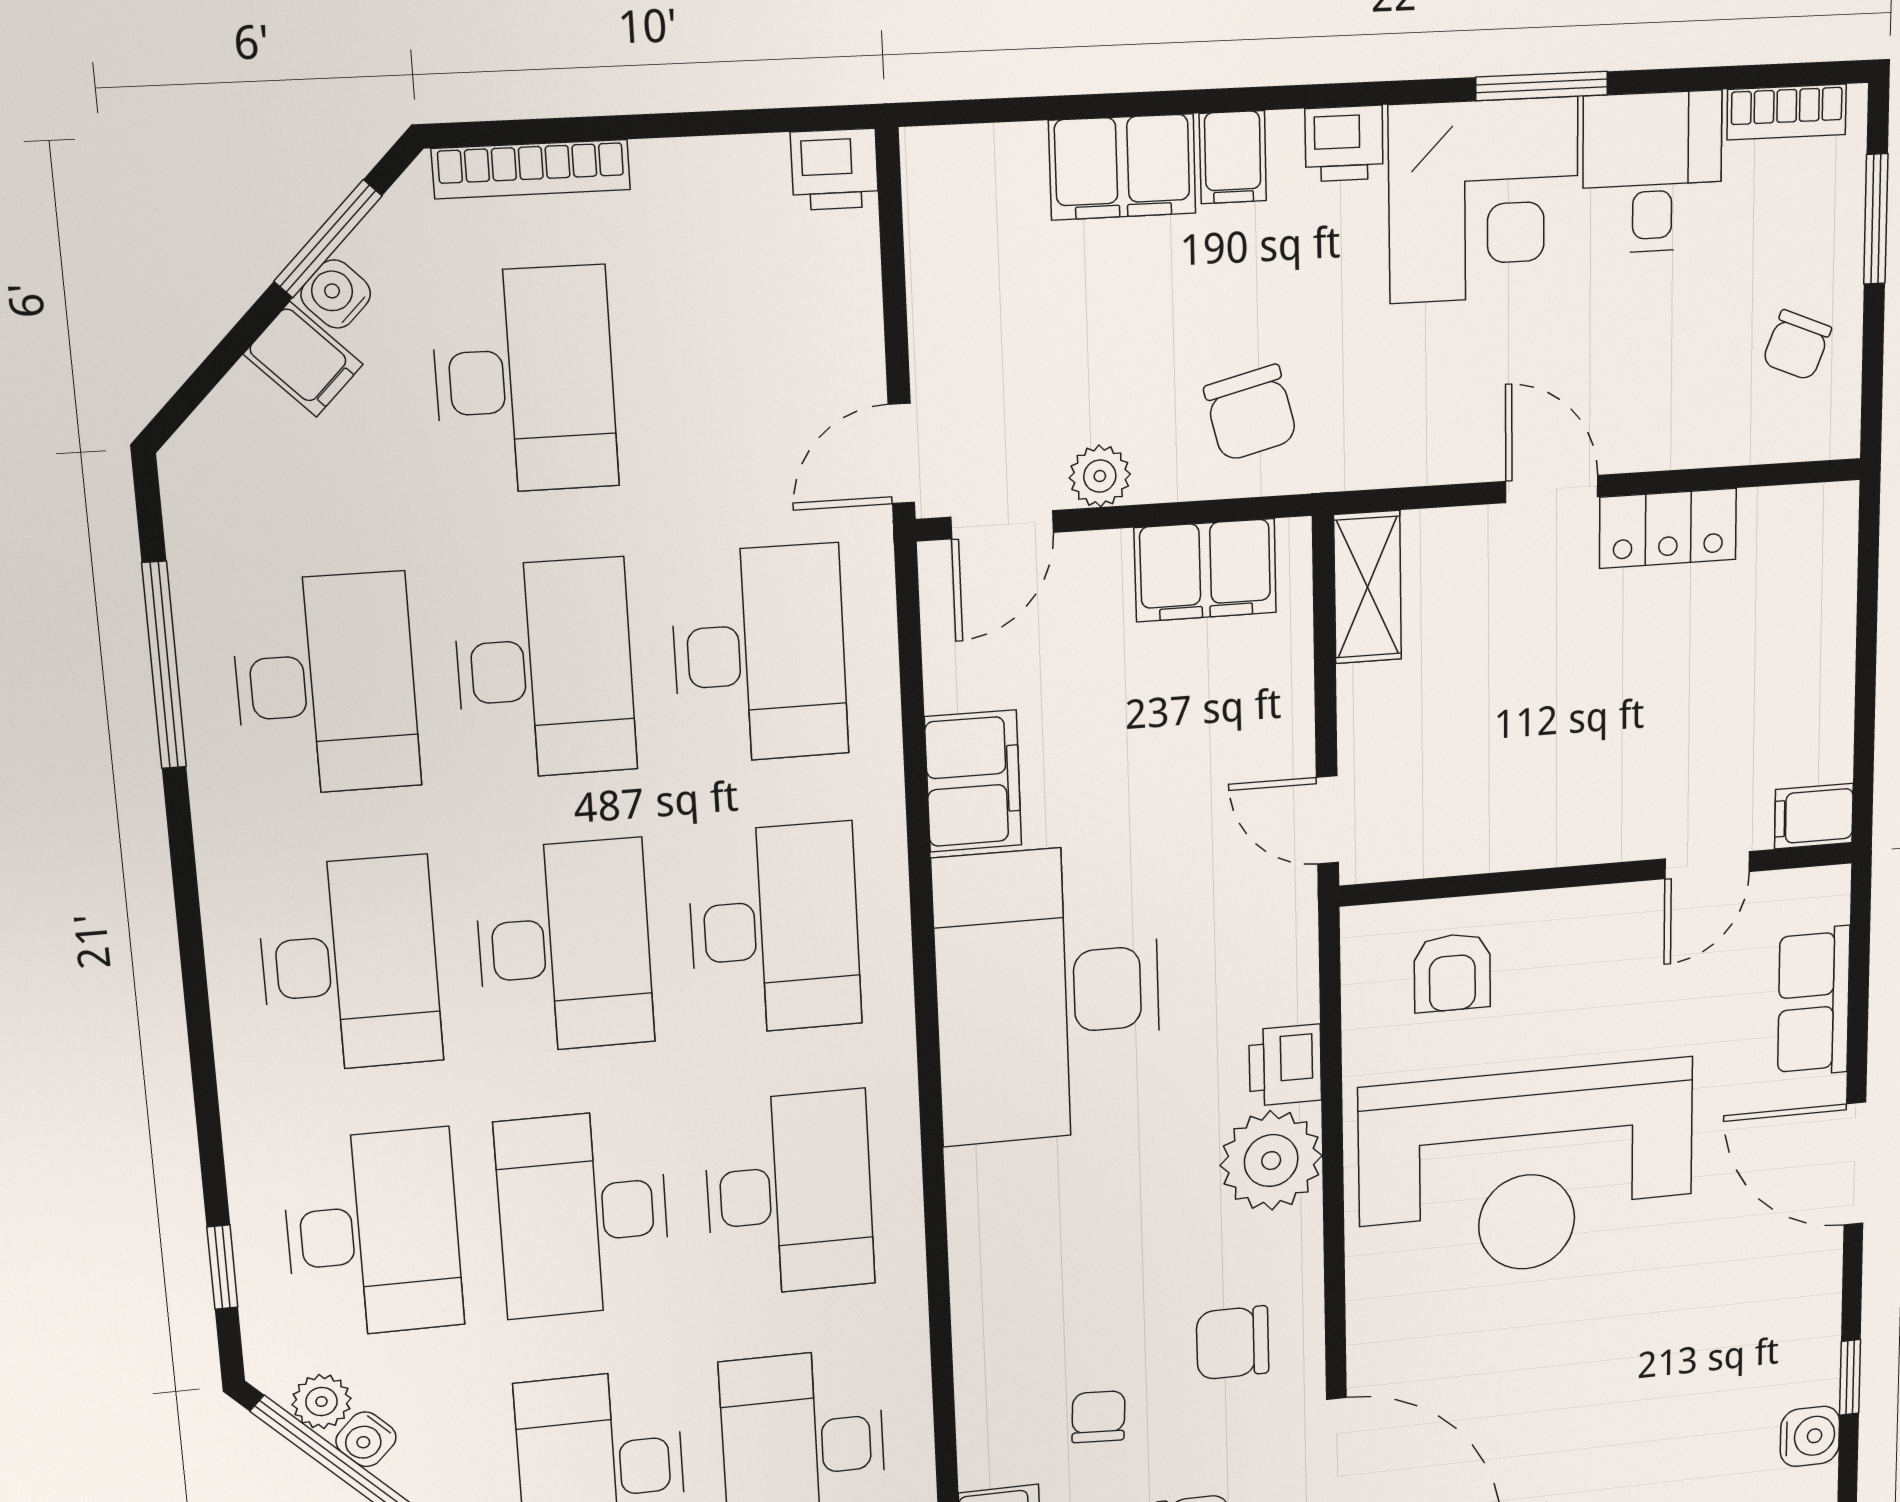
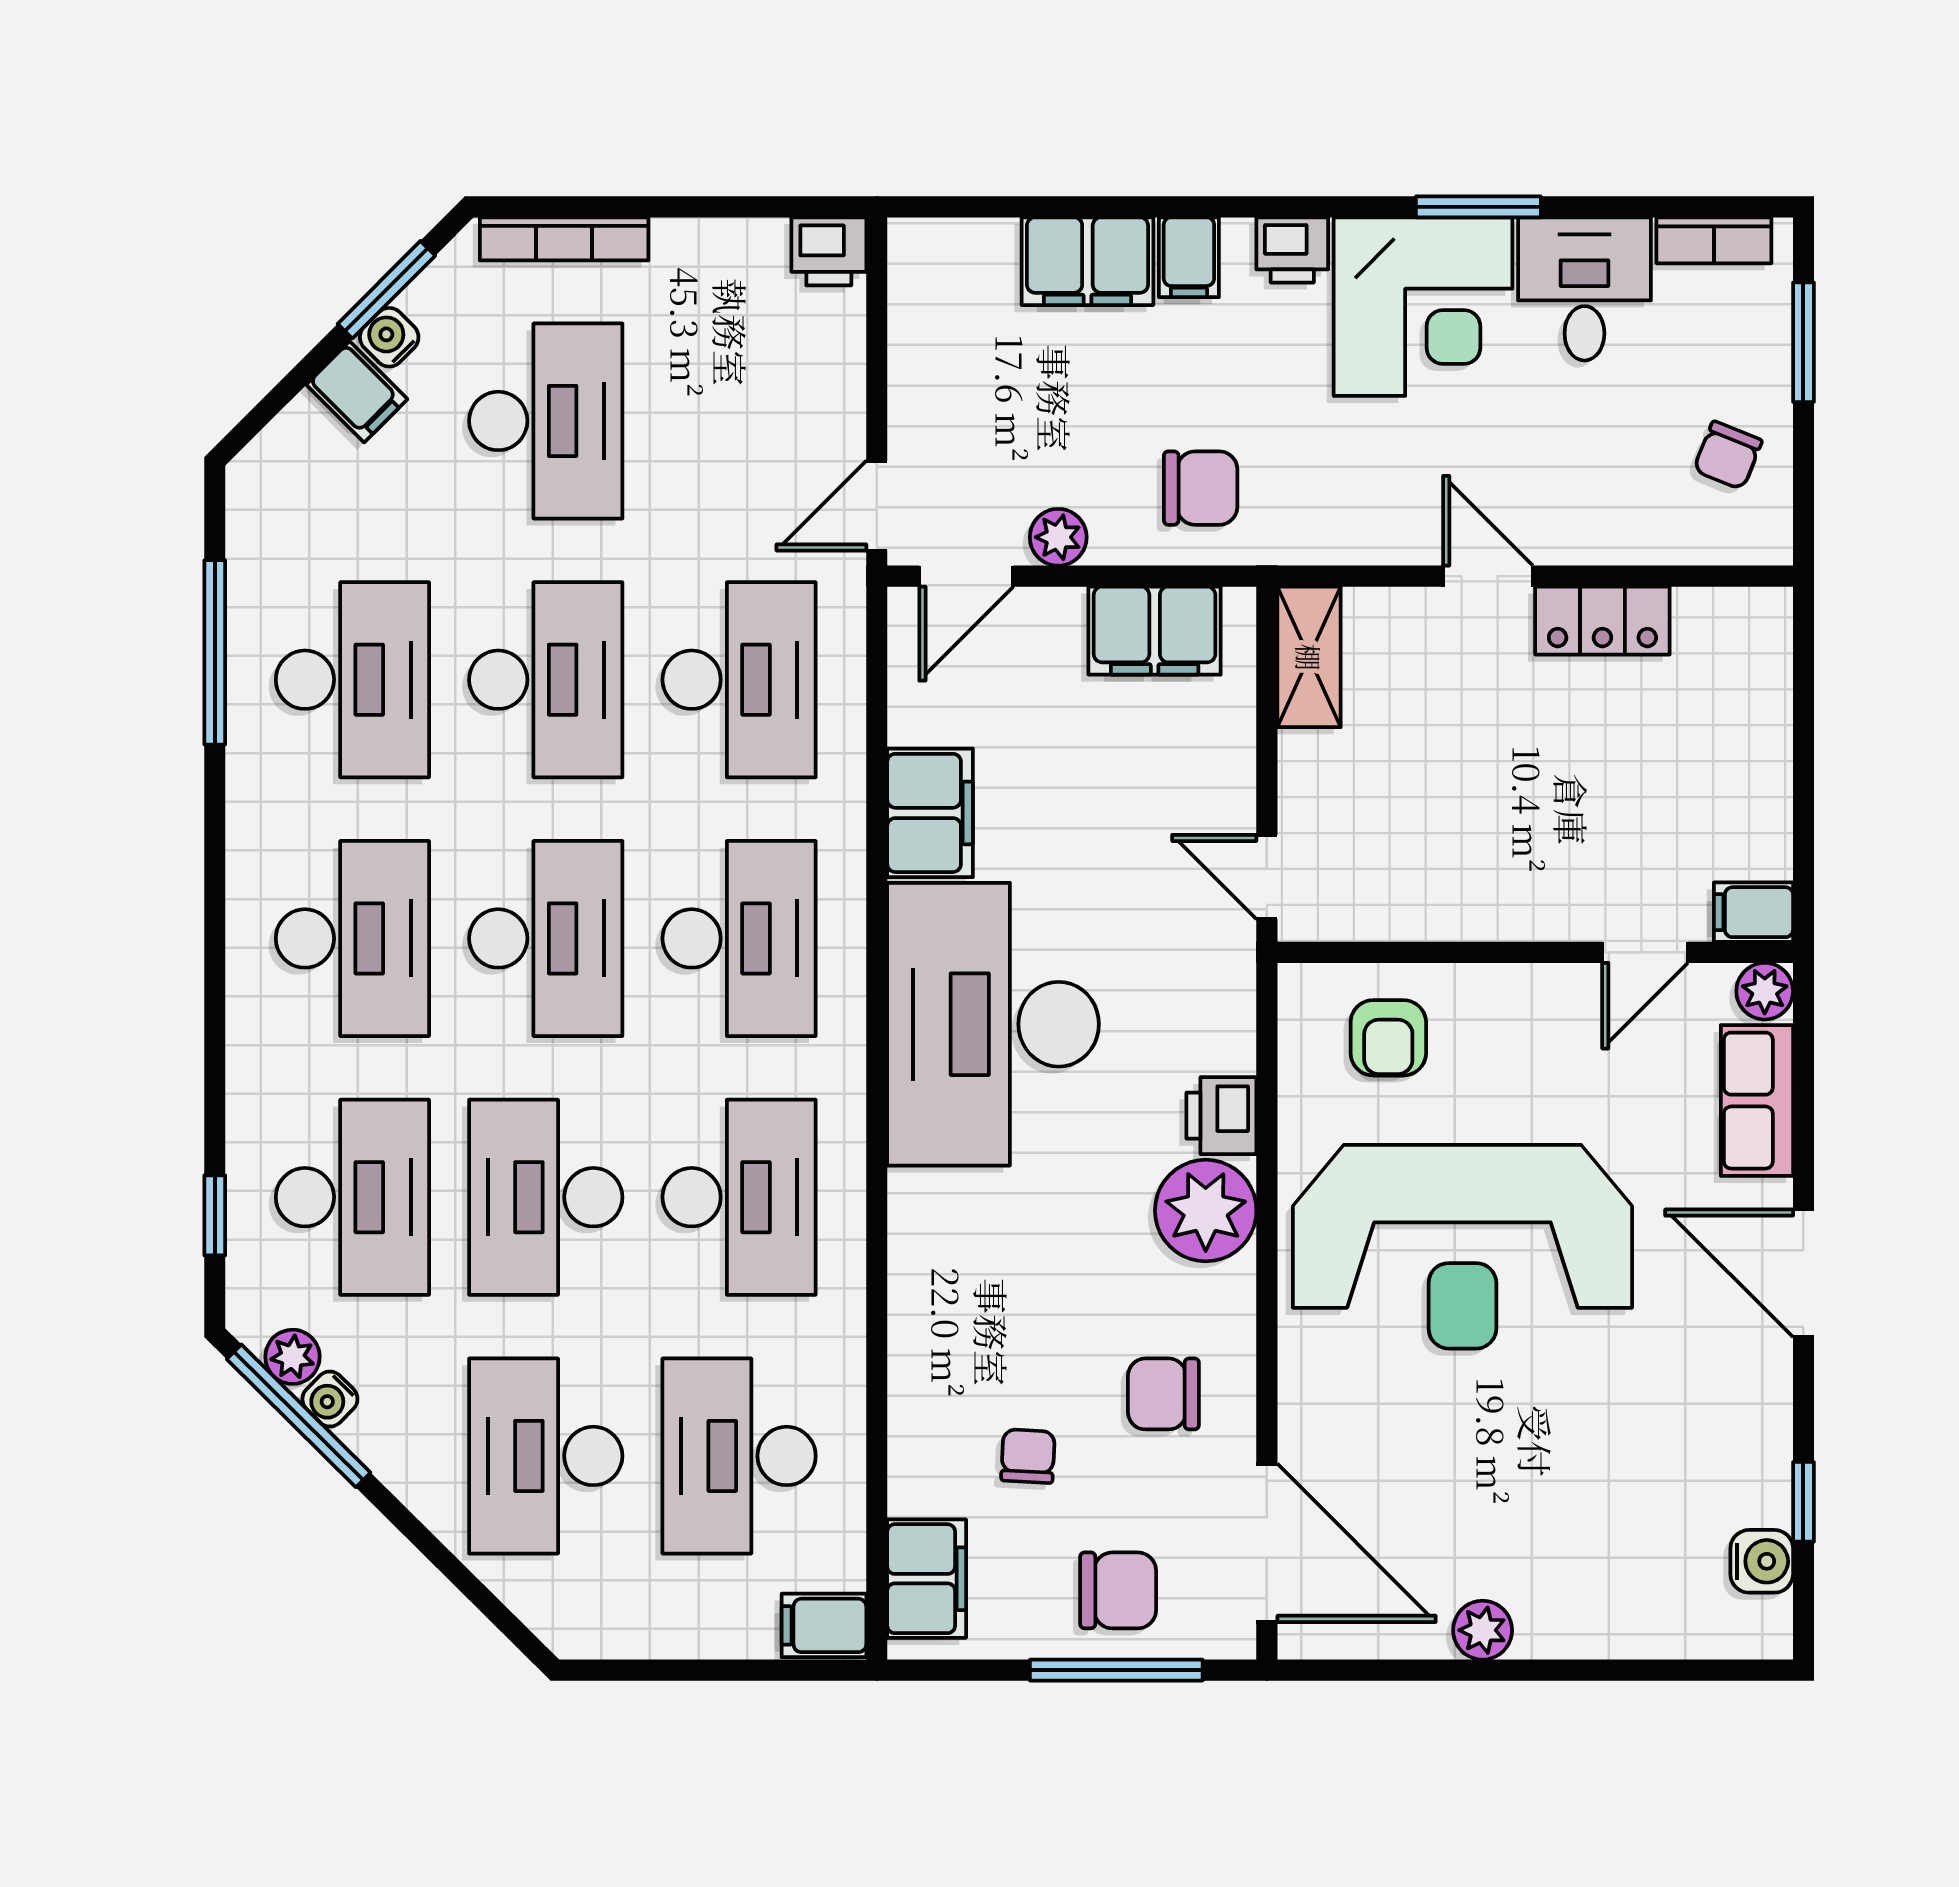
chair: (1251, 413) -> (1201, 488), turned -76
plant: (1823, 894) -> (1765, 991), added

